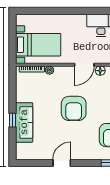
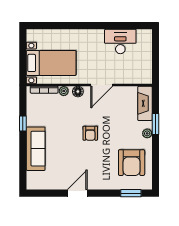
floor lamp: (100, 71) -> (78, 92), moved
armchair: (74, 108) -> (90, 133), width x0.53, depth x0.53
window: (13, 120) -> (23, 123), moved

